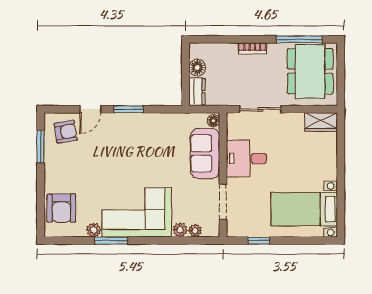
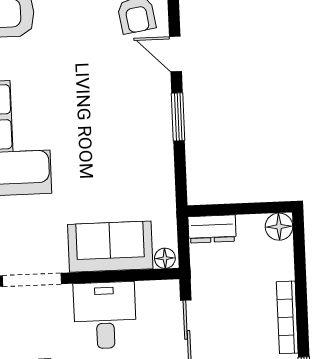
bookcase: (252, 48) -> (287, 317), width x1.56
floor lamp: (197, 68) -> (279, 227), moved

